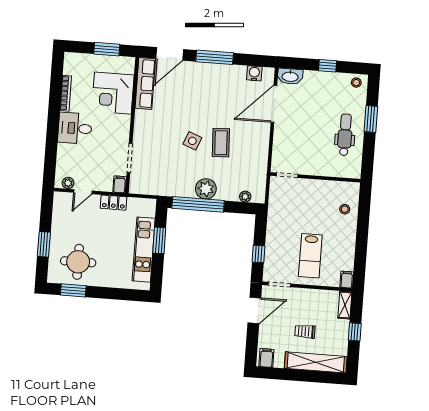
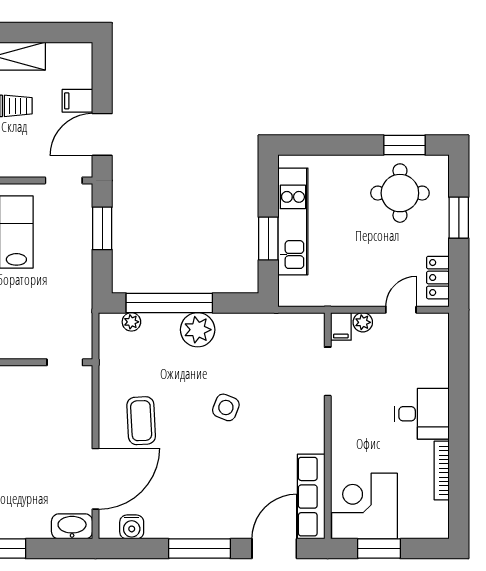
corner desk: (113, 93) -> (364, 506), moved, turned -90
coffee table: (221, 143) -> (141, 421), moved
plant: (68, 183) -> (363, 322), moved
locker: (114, 203) -> (438, 278), moved, turned -90
window: (198, 204) -> (169, 303), moved
window: (259, 254) -> (102, 228), width x1.50
filing cabinet: (266, 358) -> (77, 101), moved, turned 90

